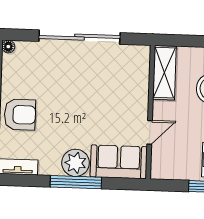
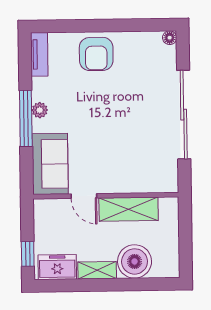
shelving: (164, 73) -> (129, 209), moved
plant: (75, 163) -> (40, 110), width x0.53, depth x0.53

